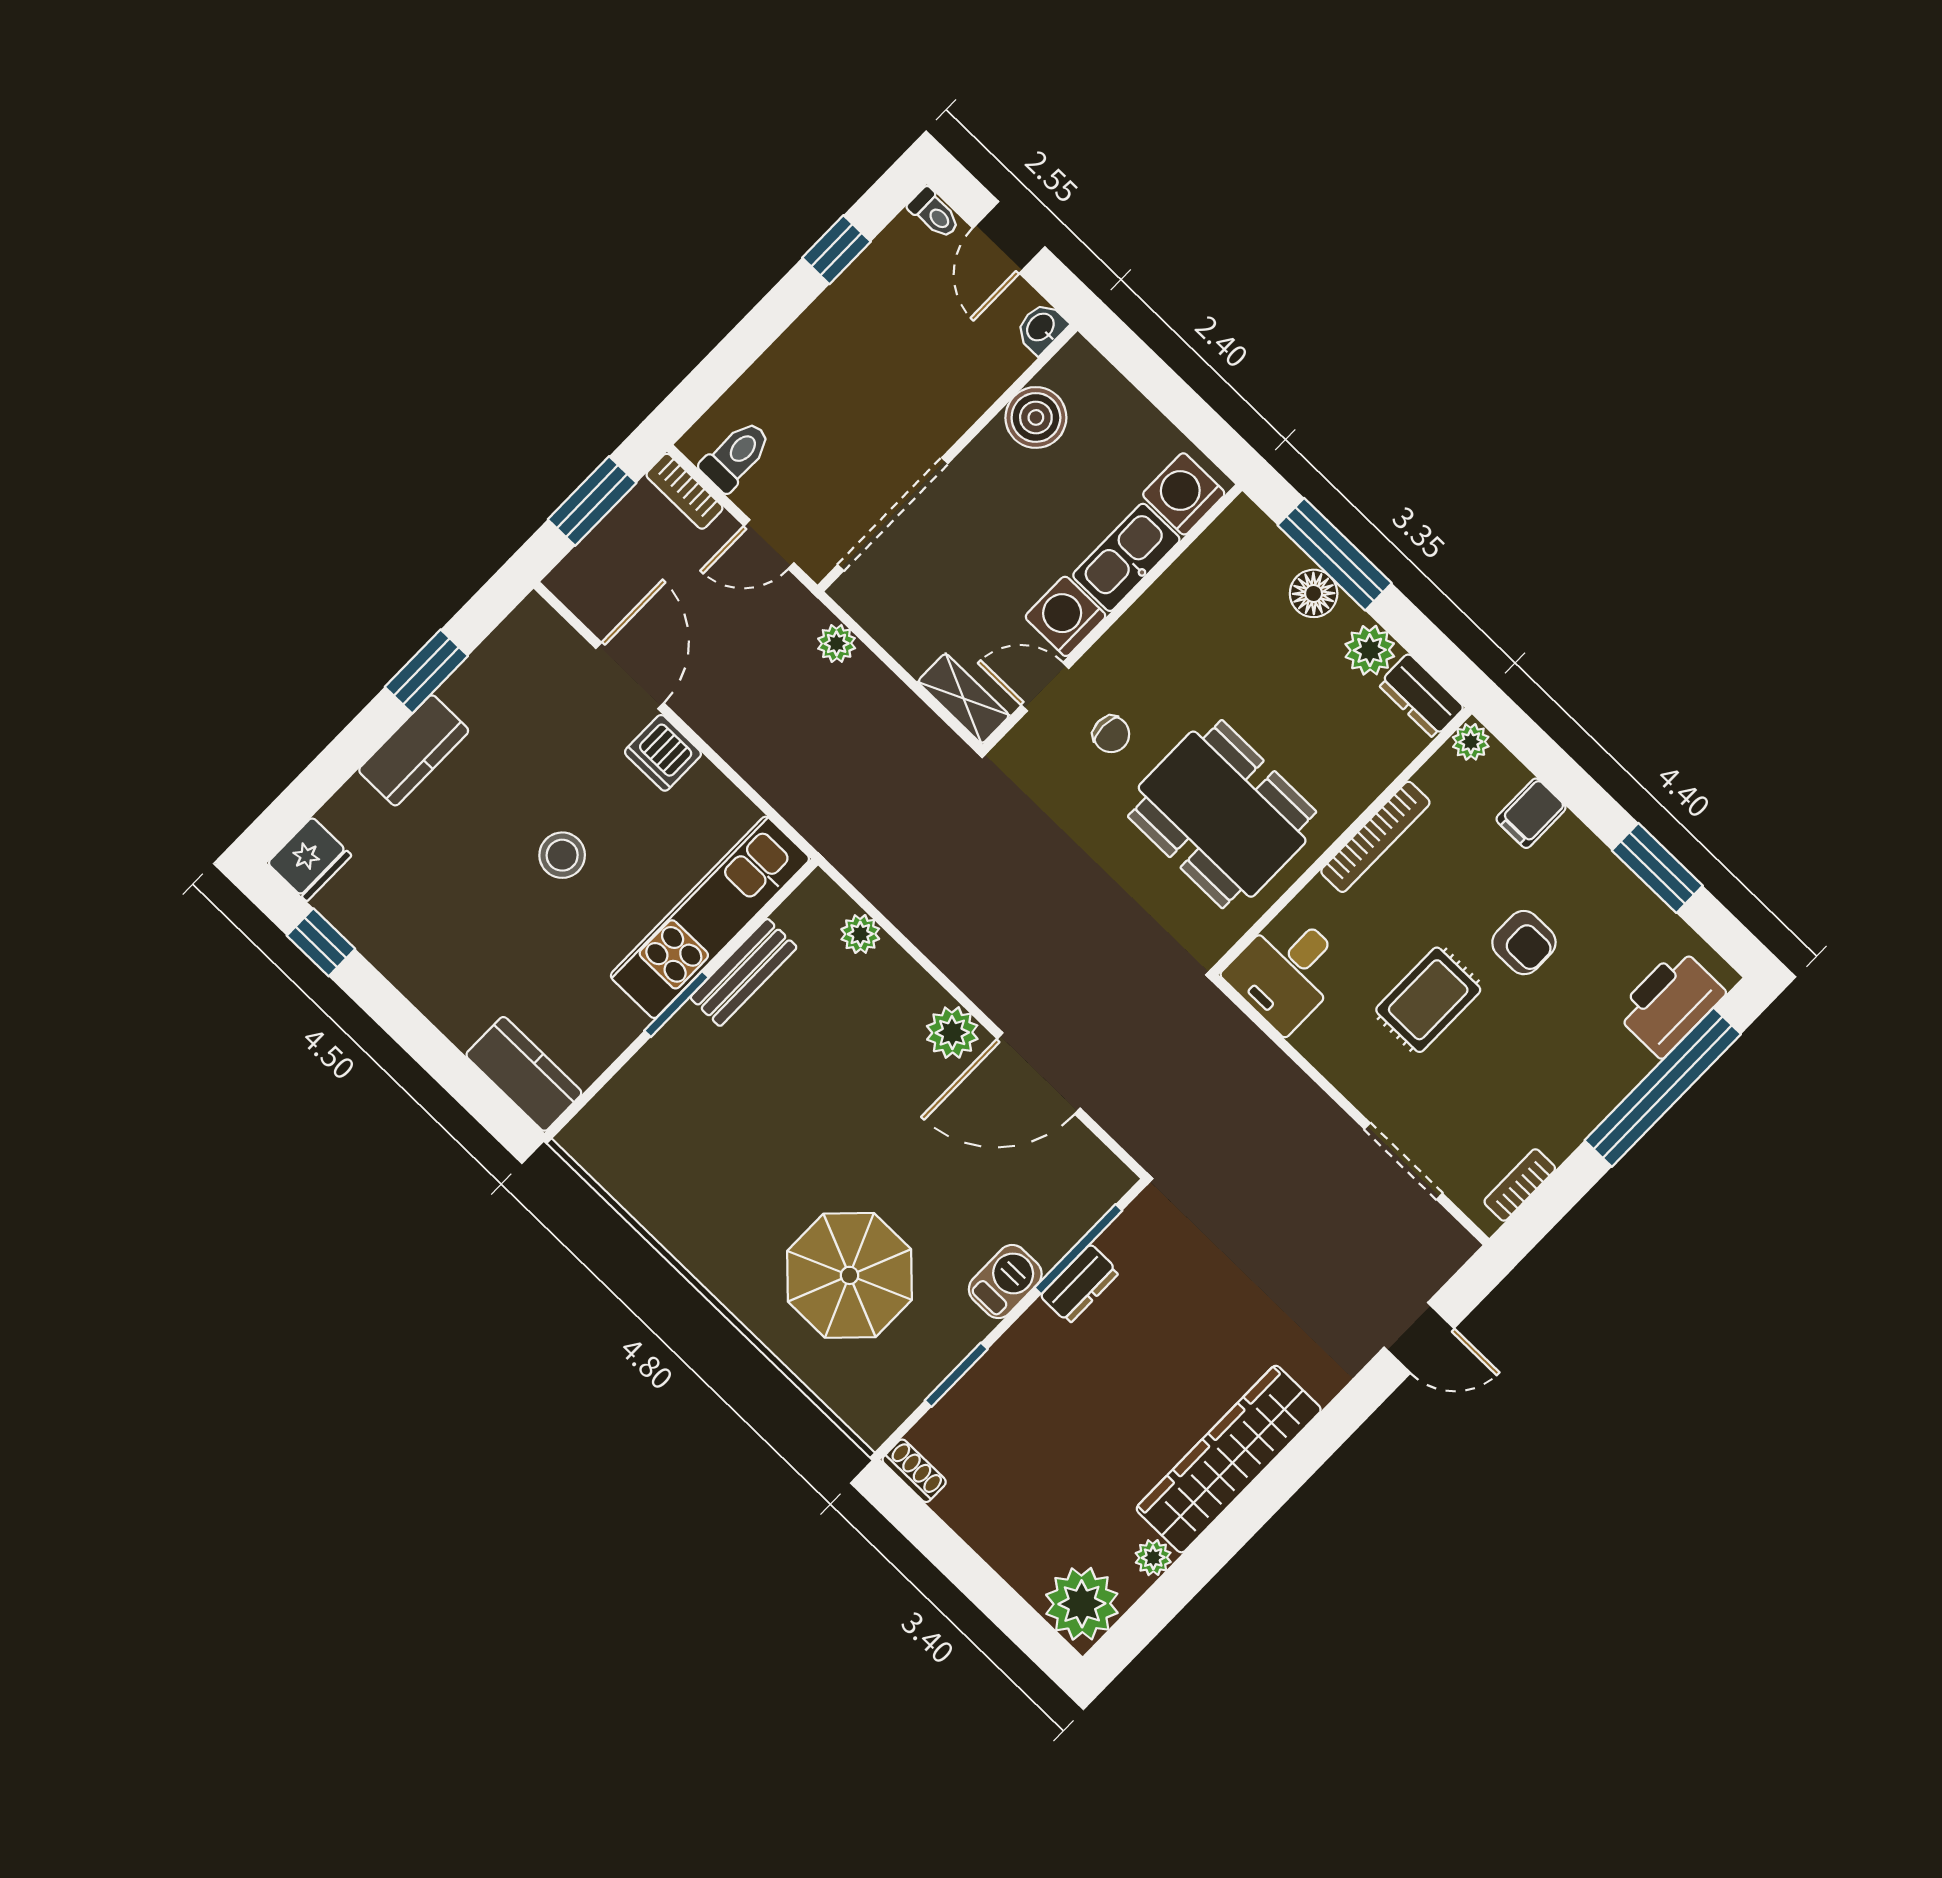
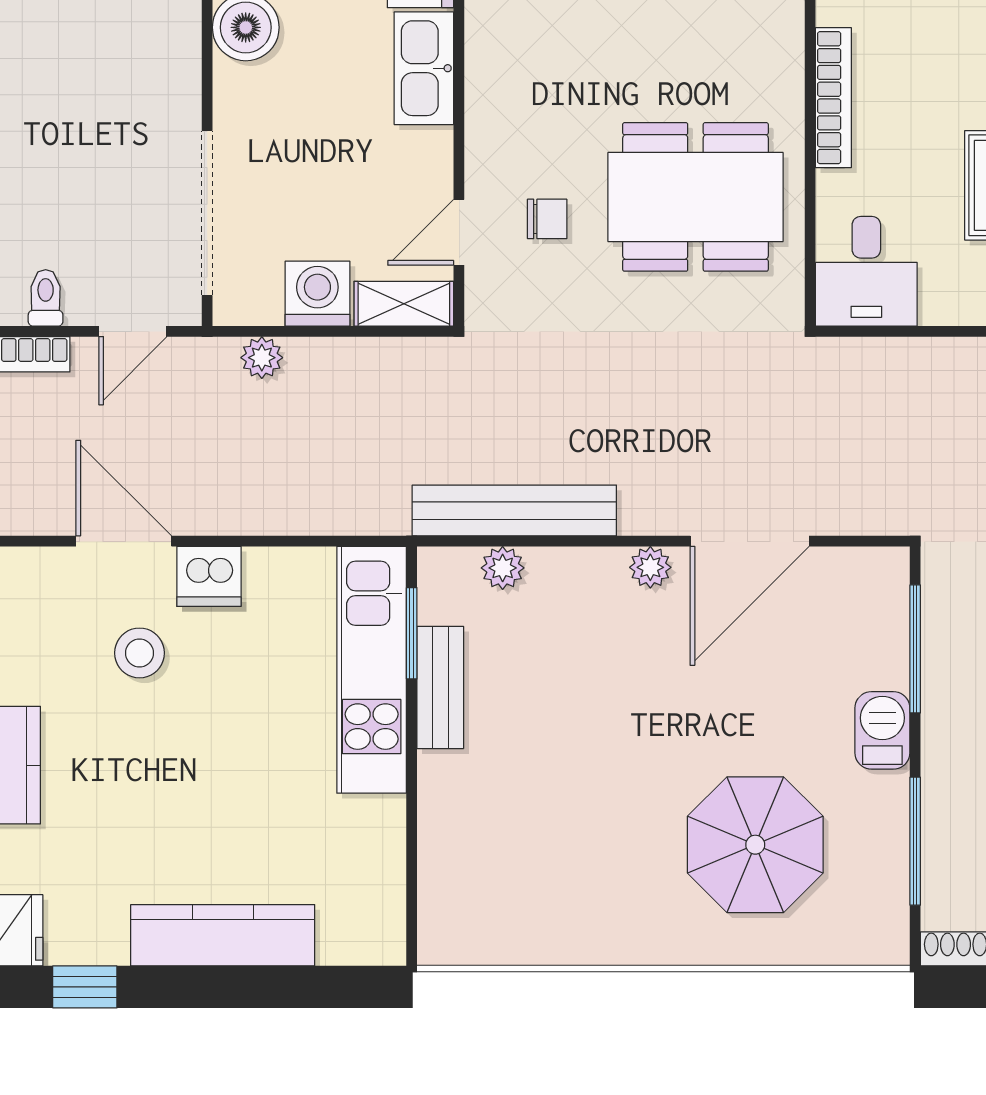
toilet: (736, 456) -> (46, 298), width x0.73, depth x0.72
washing machine: (1066, 616) -> (317, 294), moved, turned 90
stool: (562, 855) -> (139, 653), moved
bench: (904, 904) -> (514, 510), added
window: (676, 1004) -> (412, 633), moved
plant: (952, 1033) -> (650, 567), width x0.73, depth x0.73
kitchen counter: (524, 1074) -> (223, 935), moved, width x1.50
dresser: (1080, 1284) -> (943, 675), removed
window: (956, 1375) -> (915, 841), width x1.44

